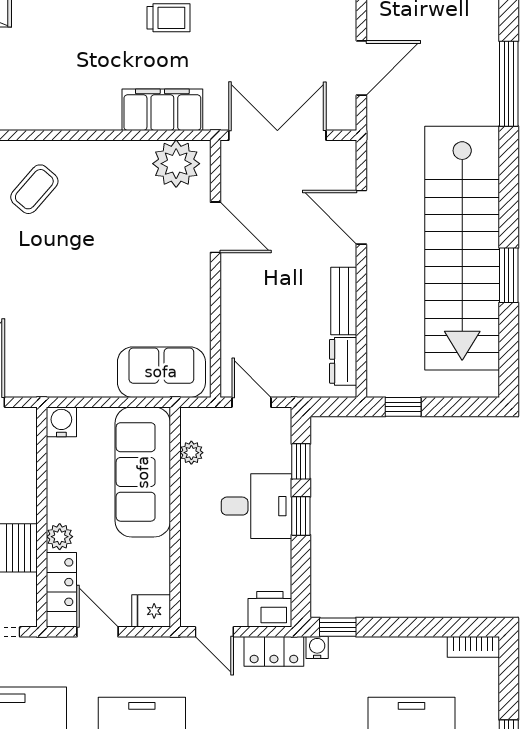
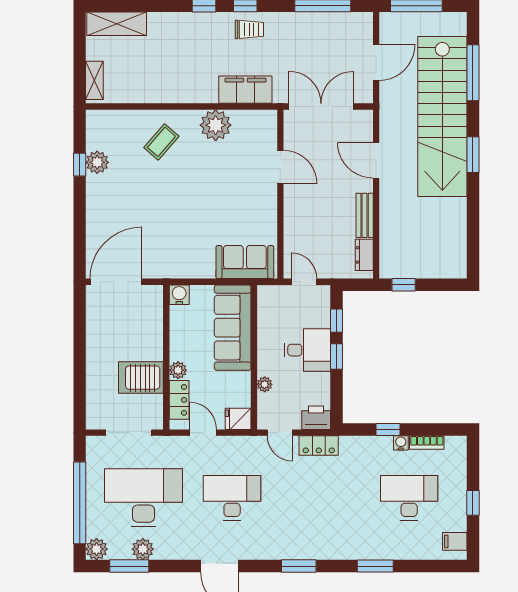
plant: (176, 164) -> (216, 125), moved
stairs: (462, 248) -> (442, 117), moved
window: (509, 275) -> (473, 155), moved
plant: (191, 453) -> (265, 384), moved
window: (338, 627) -> (388, 430), moved
bookcase: (473, 647) -> (427, 443), moved
water cooler: (317, 648) -> (401, 443), moved

